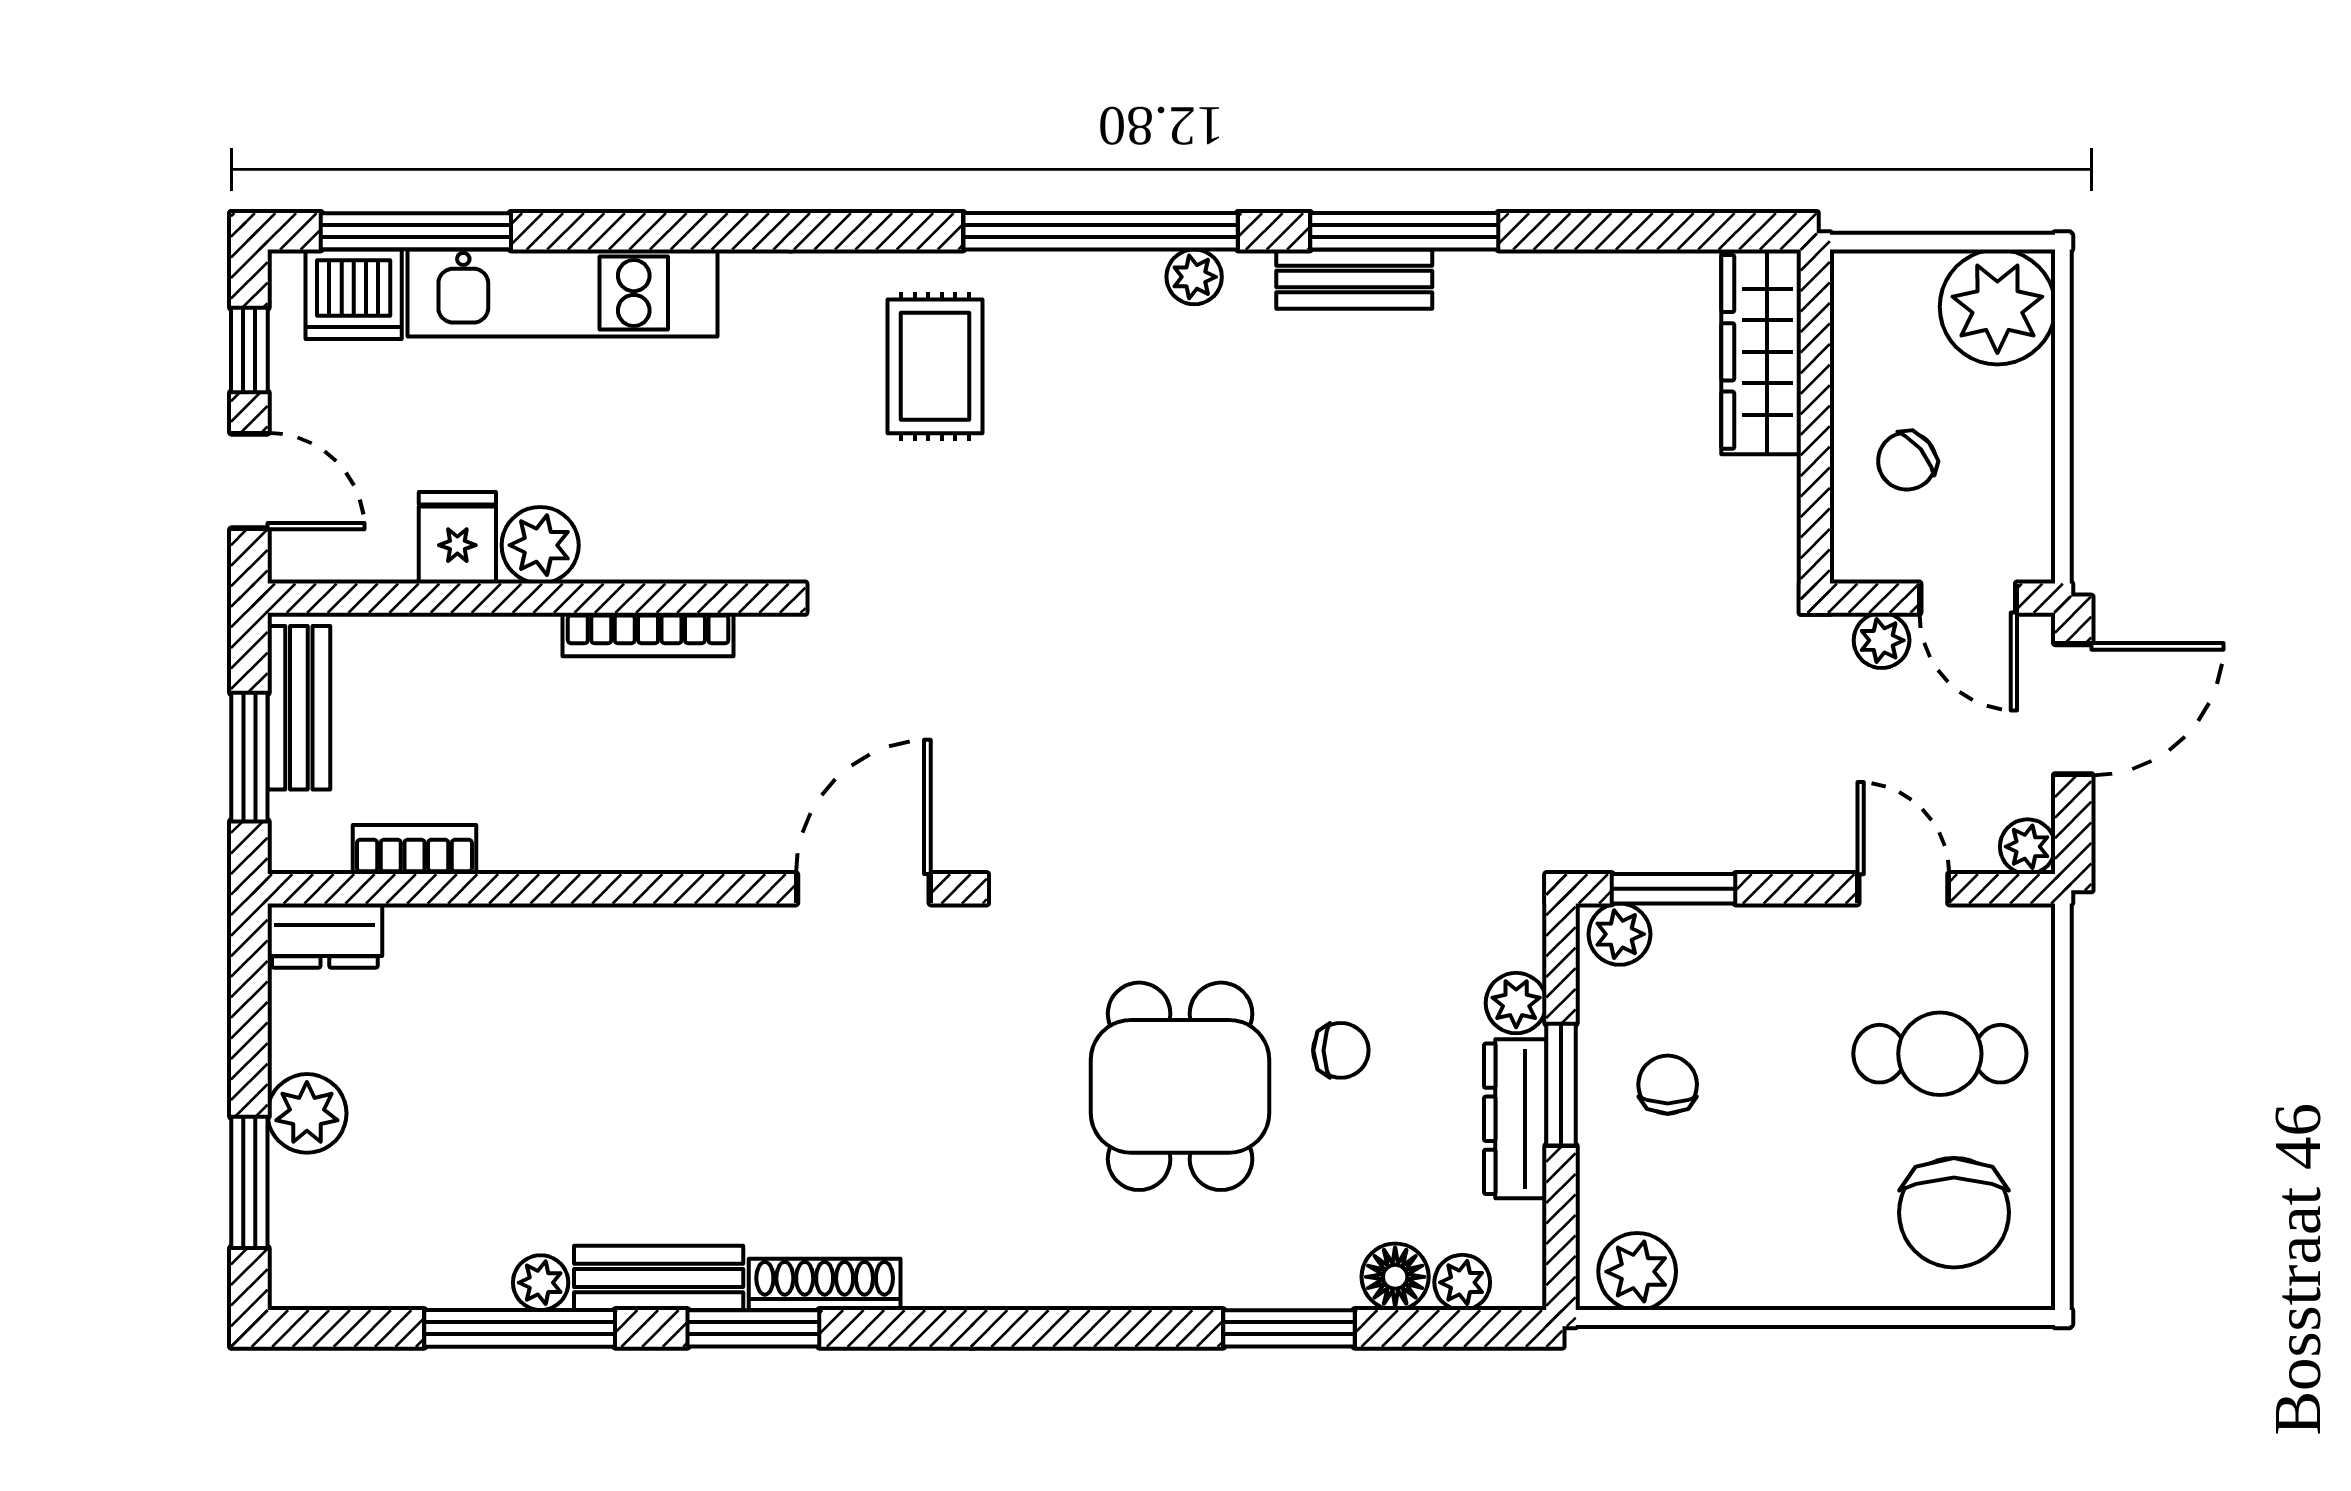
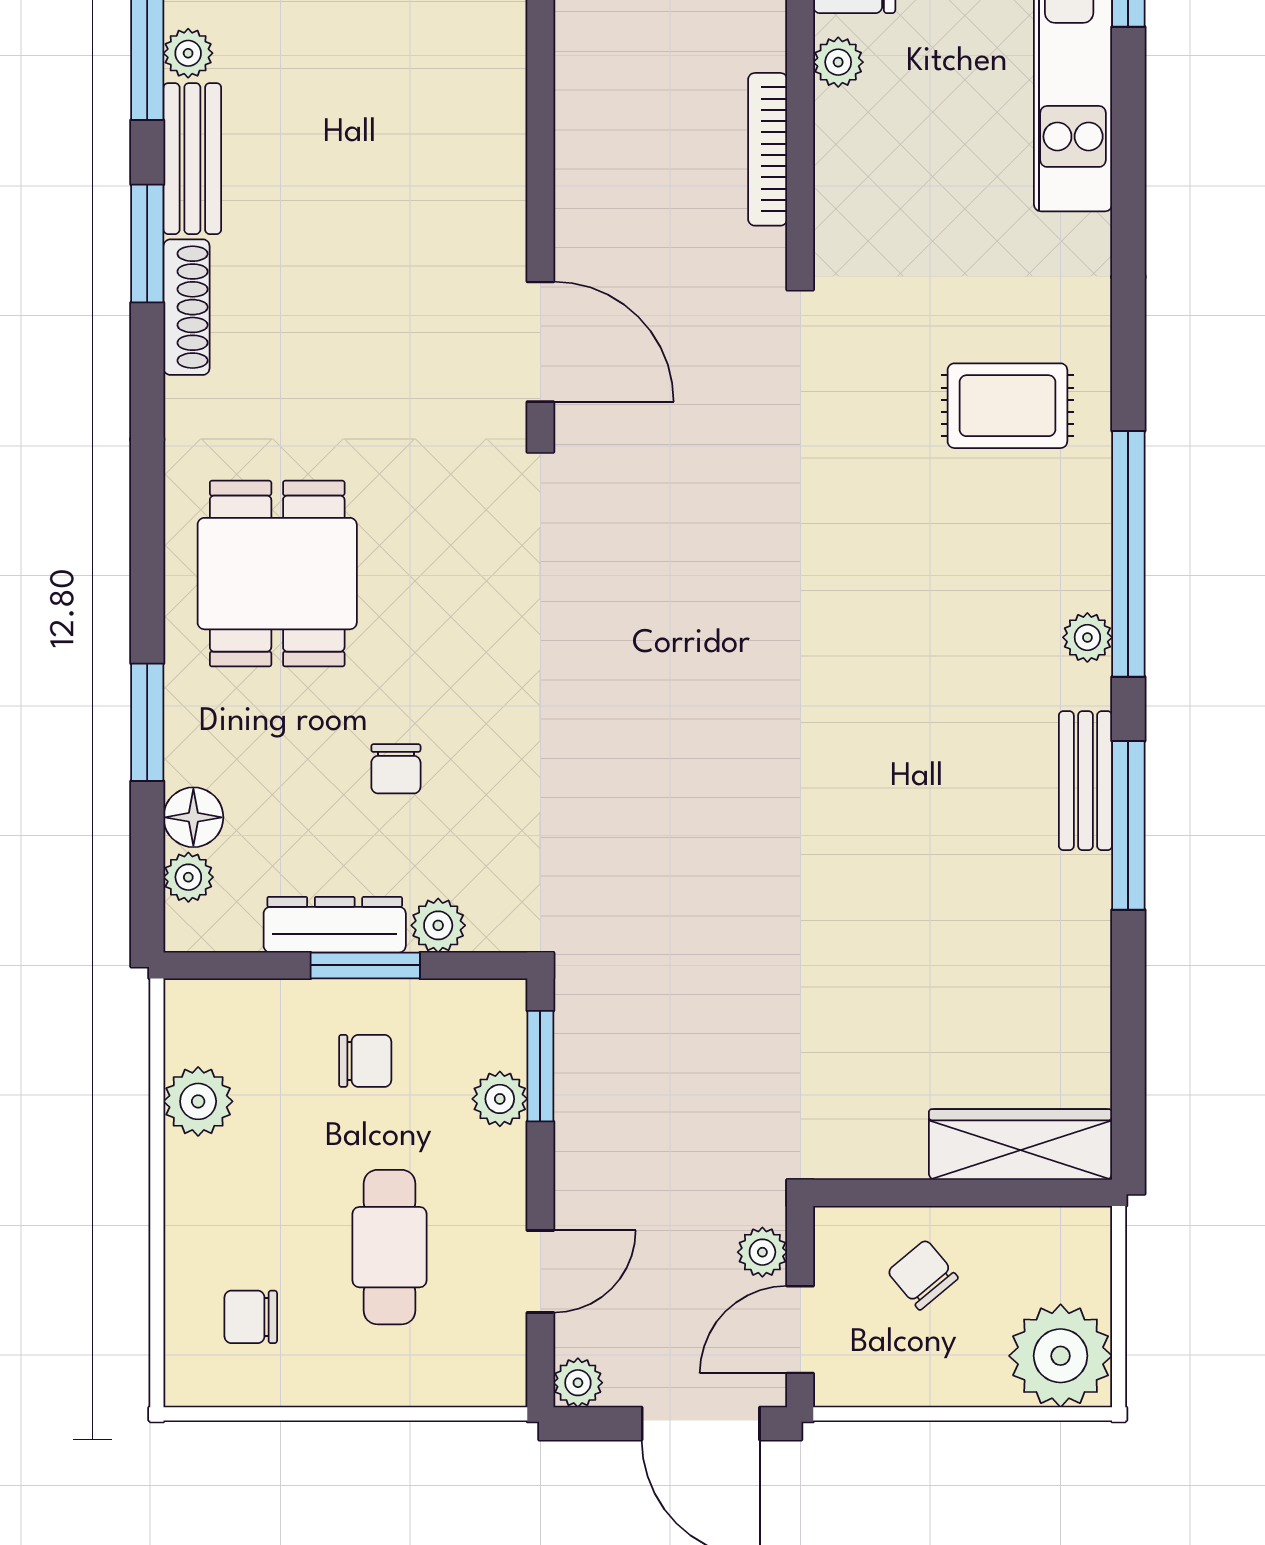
plant: (540, 545) -> (838, 62), width x0.73, depth x0.73
plant: (1620, 934) -> (500, 1099), moved
cafe table: (1940, 1054) -> (390, 1247), moved
dining table: (1180, 1086) -> (277, 574), moved, turned 90
chair: (1954, 1213) -> (251, 1317), width x0.54, depth x0.54
plant: (1637, 1272) -> (198, 1101), moved

